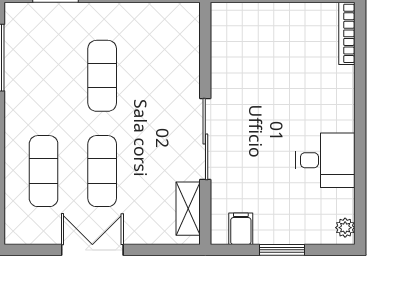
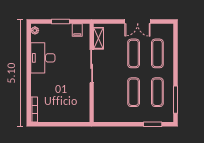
exercise mat: (44, 76) -> (157, 92), added
desk: (325, 160) -> (43, 58), width x1.37

